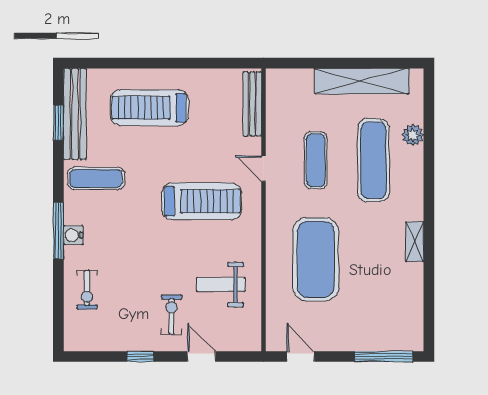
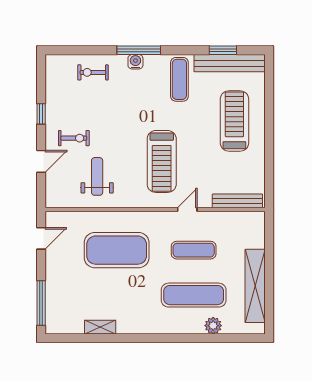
shelving: (415, 242) -> (100, 327), moved

